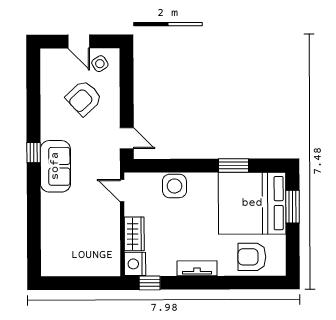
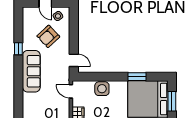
window: (34, 153) -> (18, 49), moved
sofa: (55, 166) -> (31, 71), width x1.36

